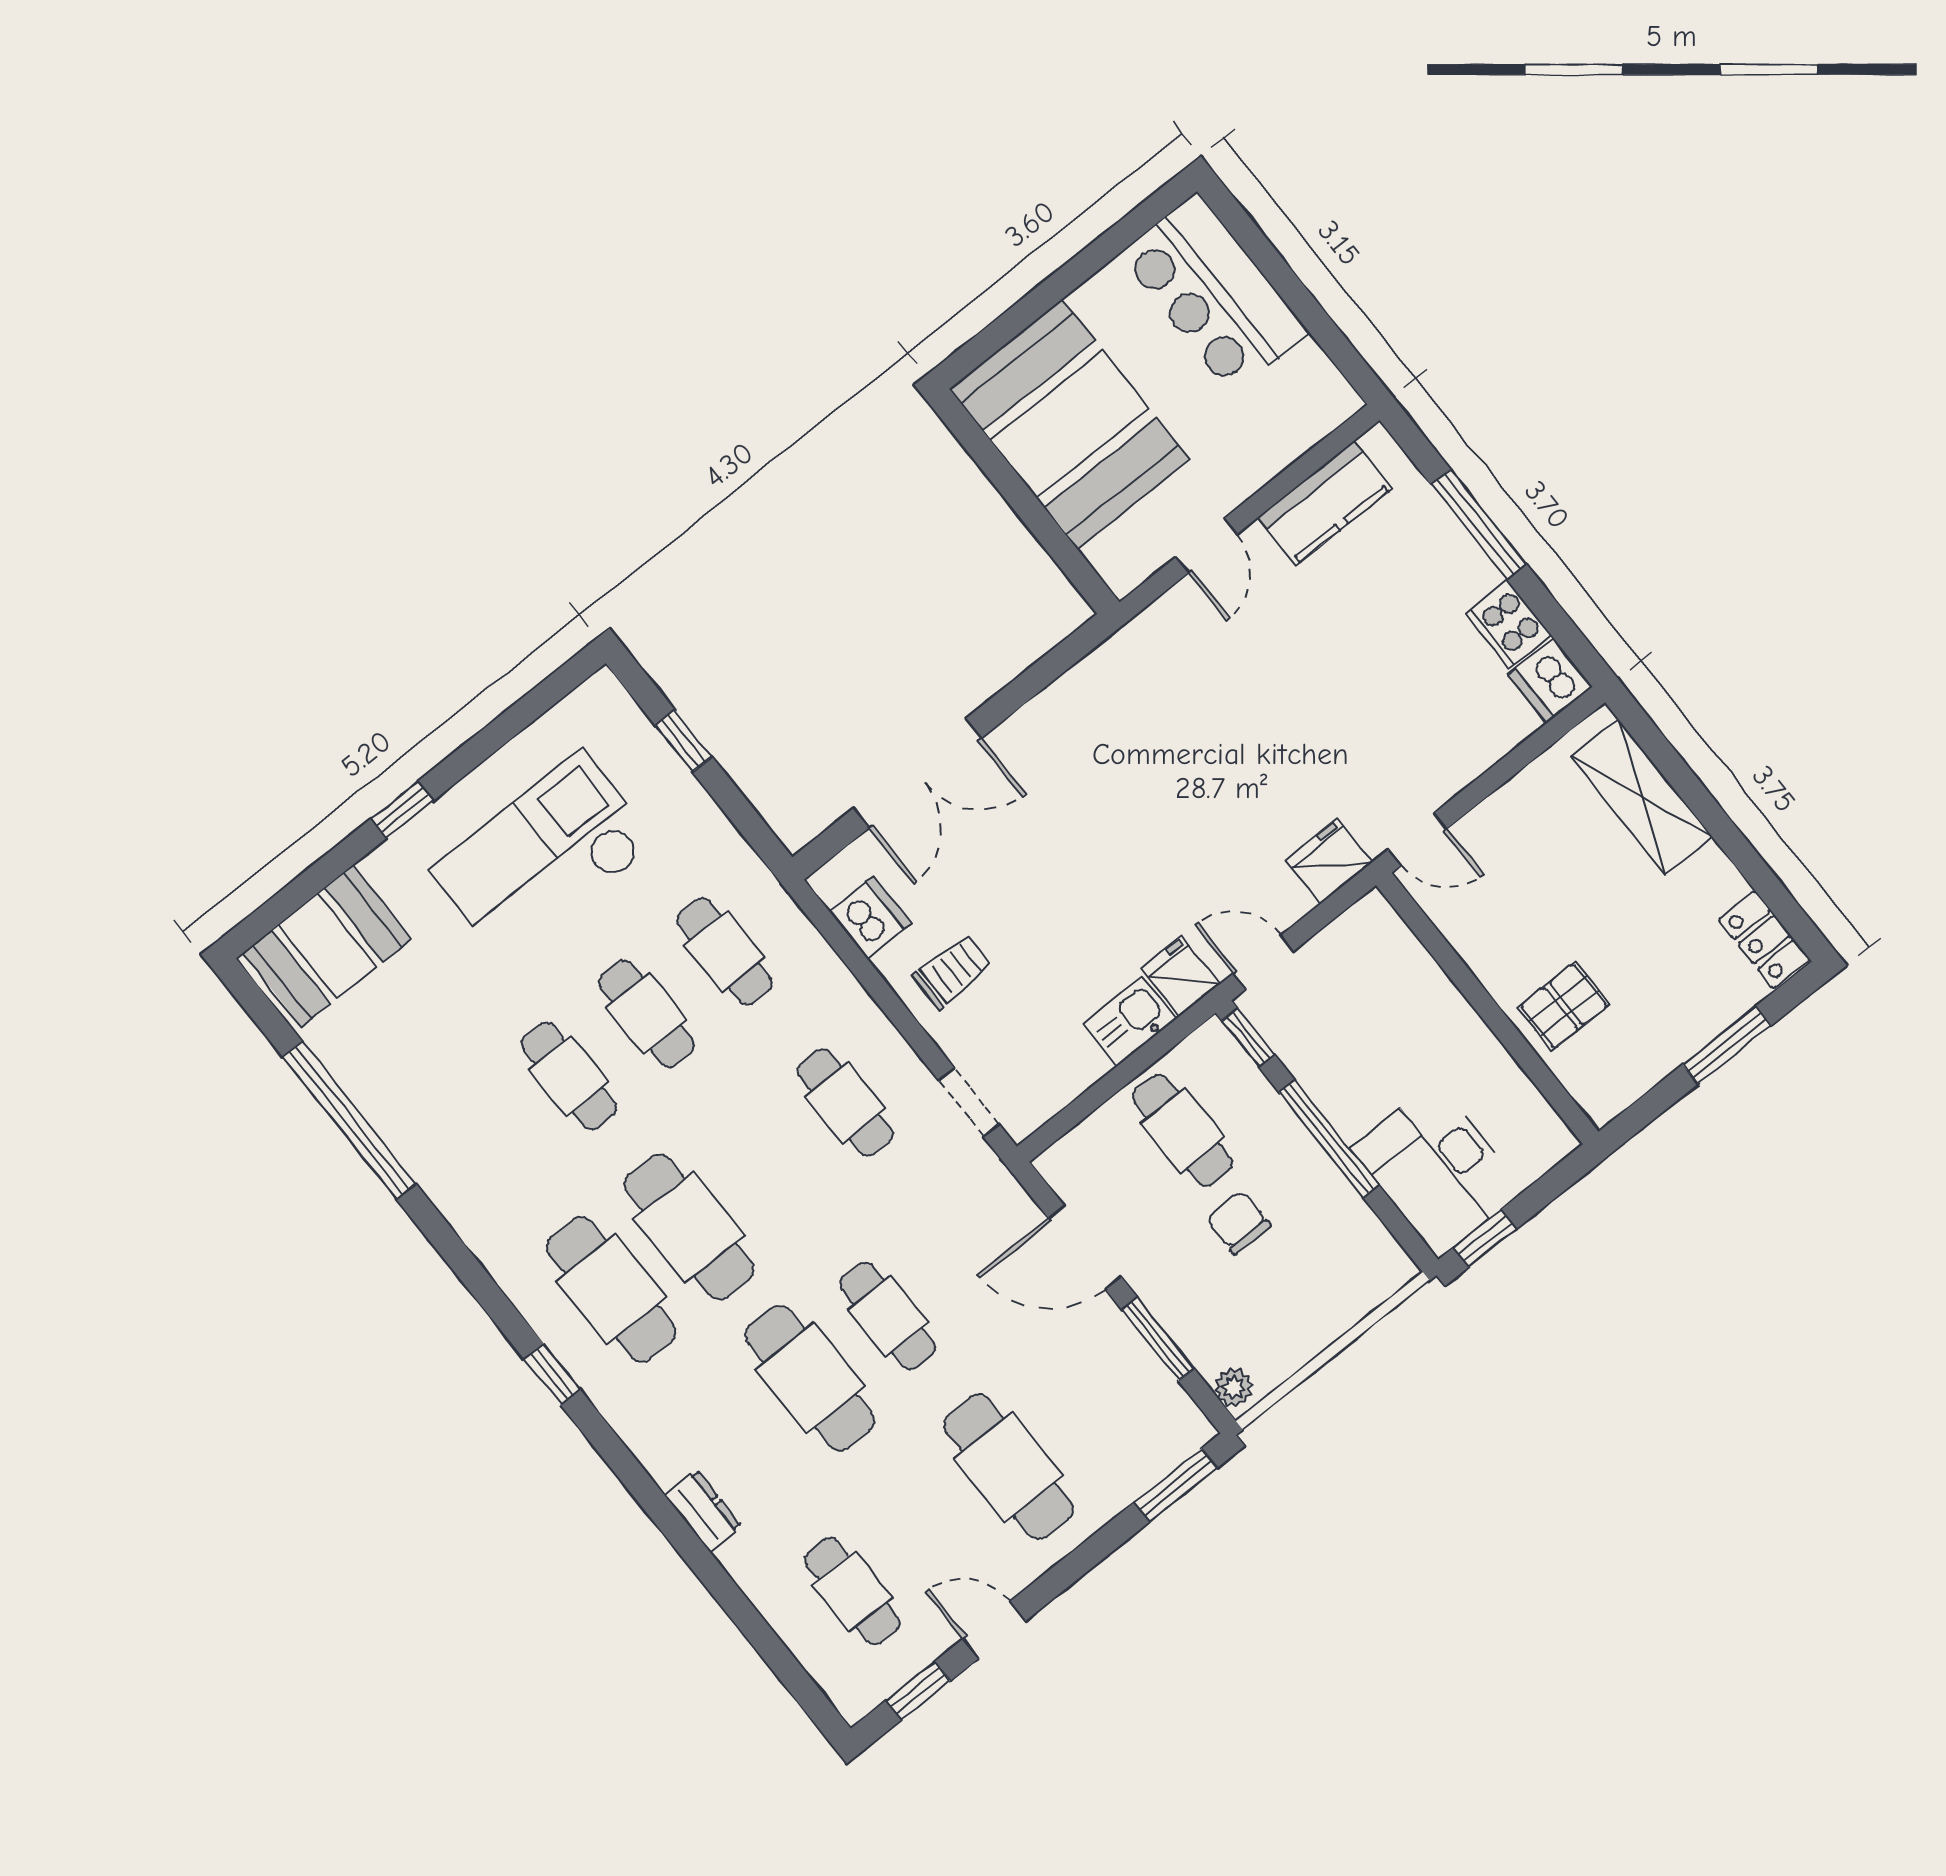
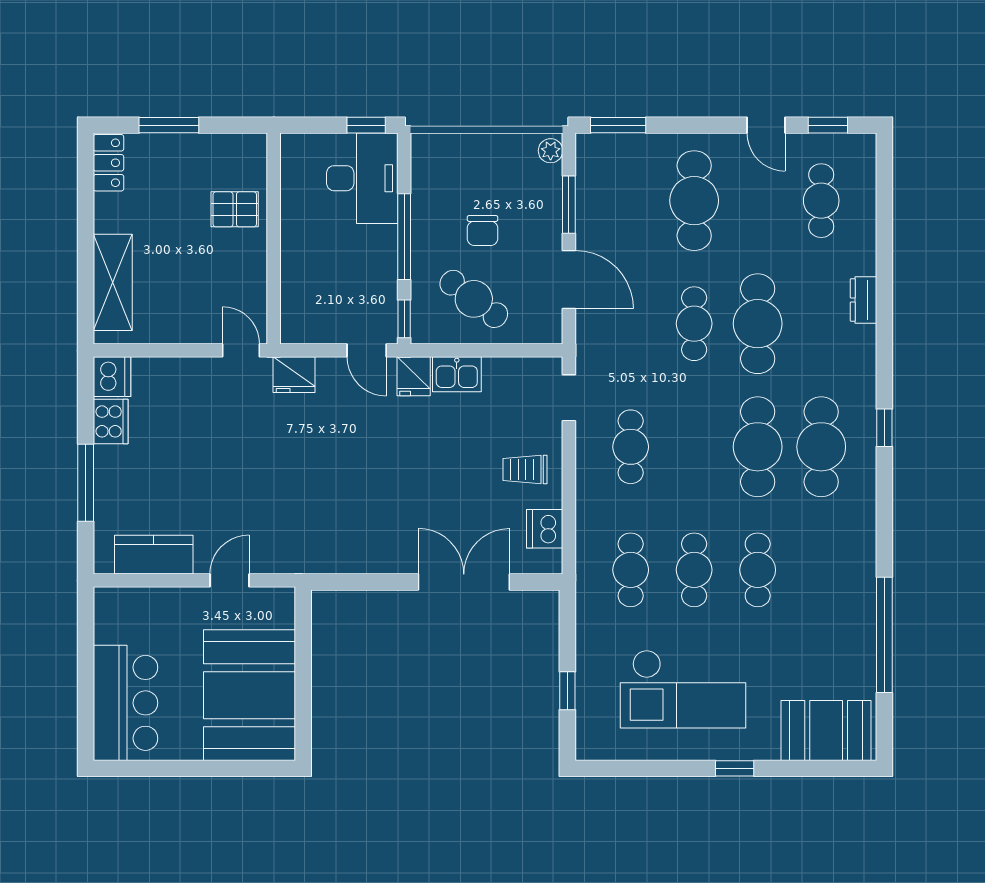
cafe table: (1182, 1130) -> (474, 299), turned -53

